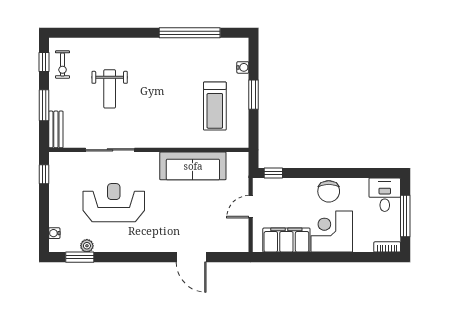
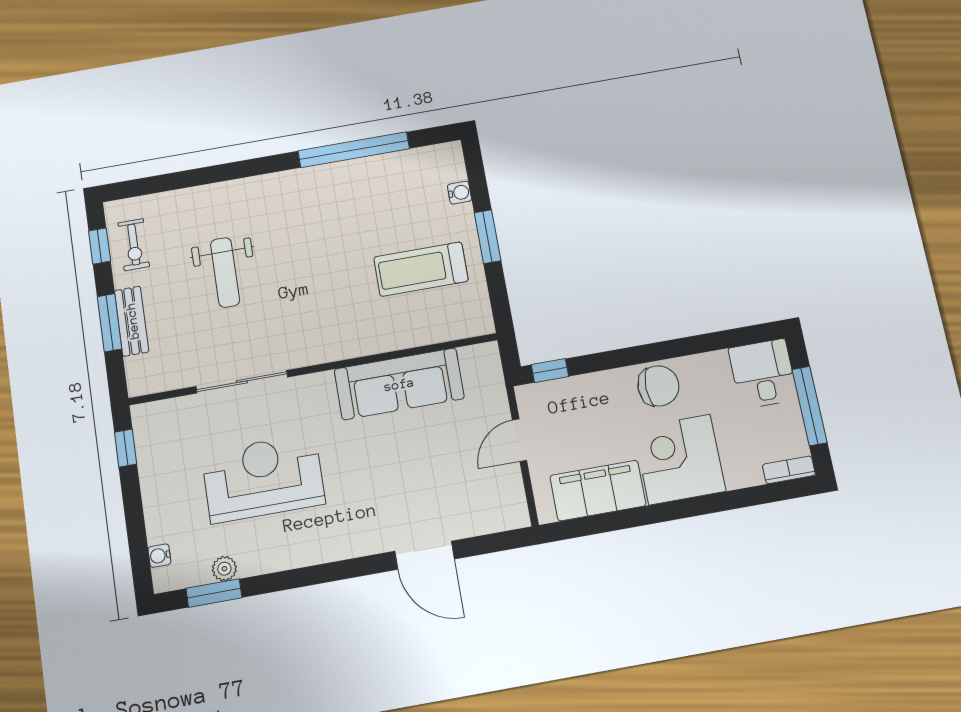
treadmill: (215, 106) -> (421, 269), turned 90
bench: (56, 129) -> (132, 321), moved
chair: (329, 191) -> (658, 386), turned -90

